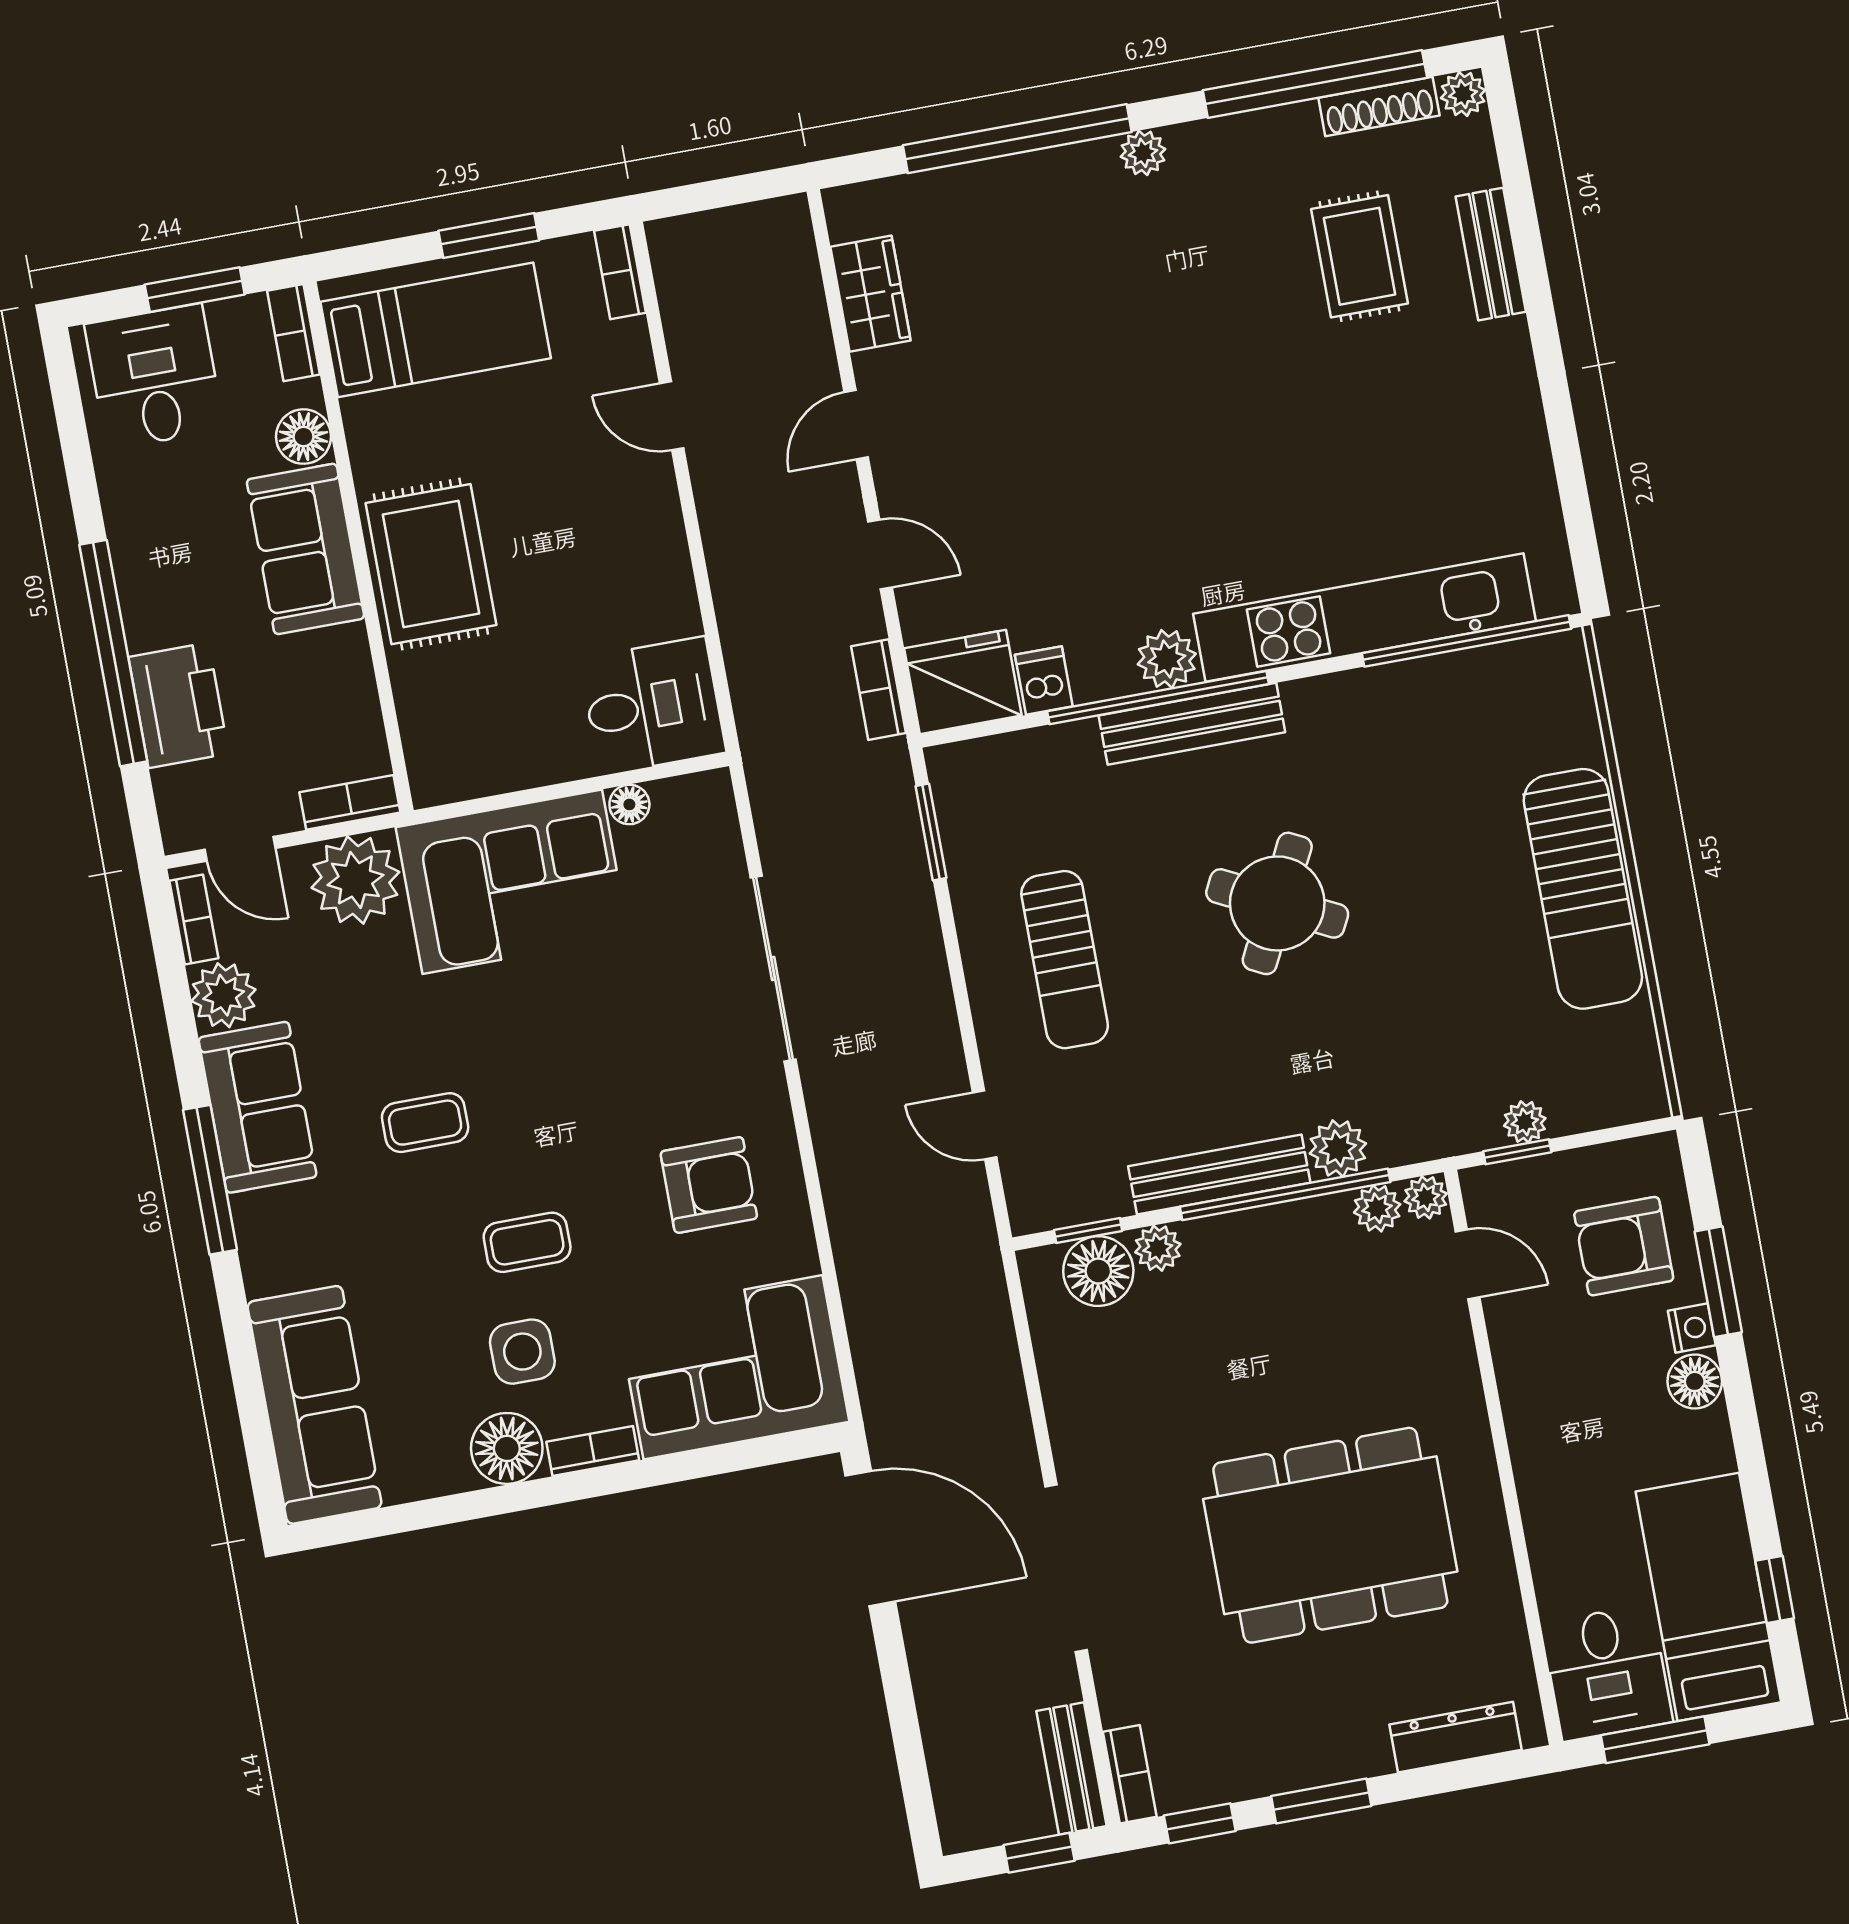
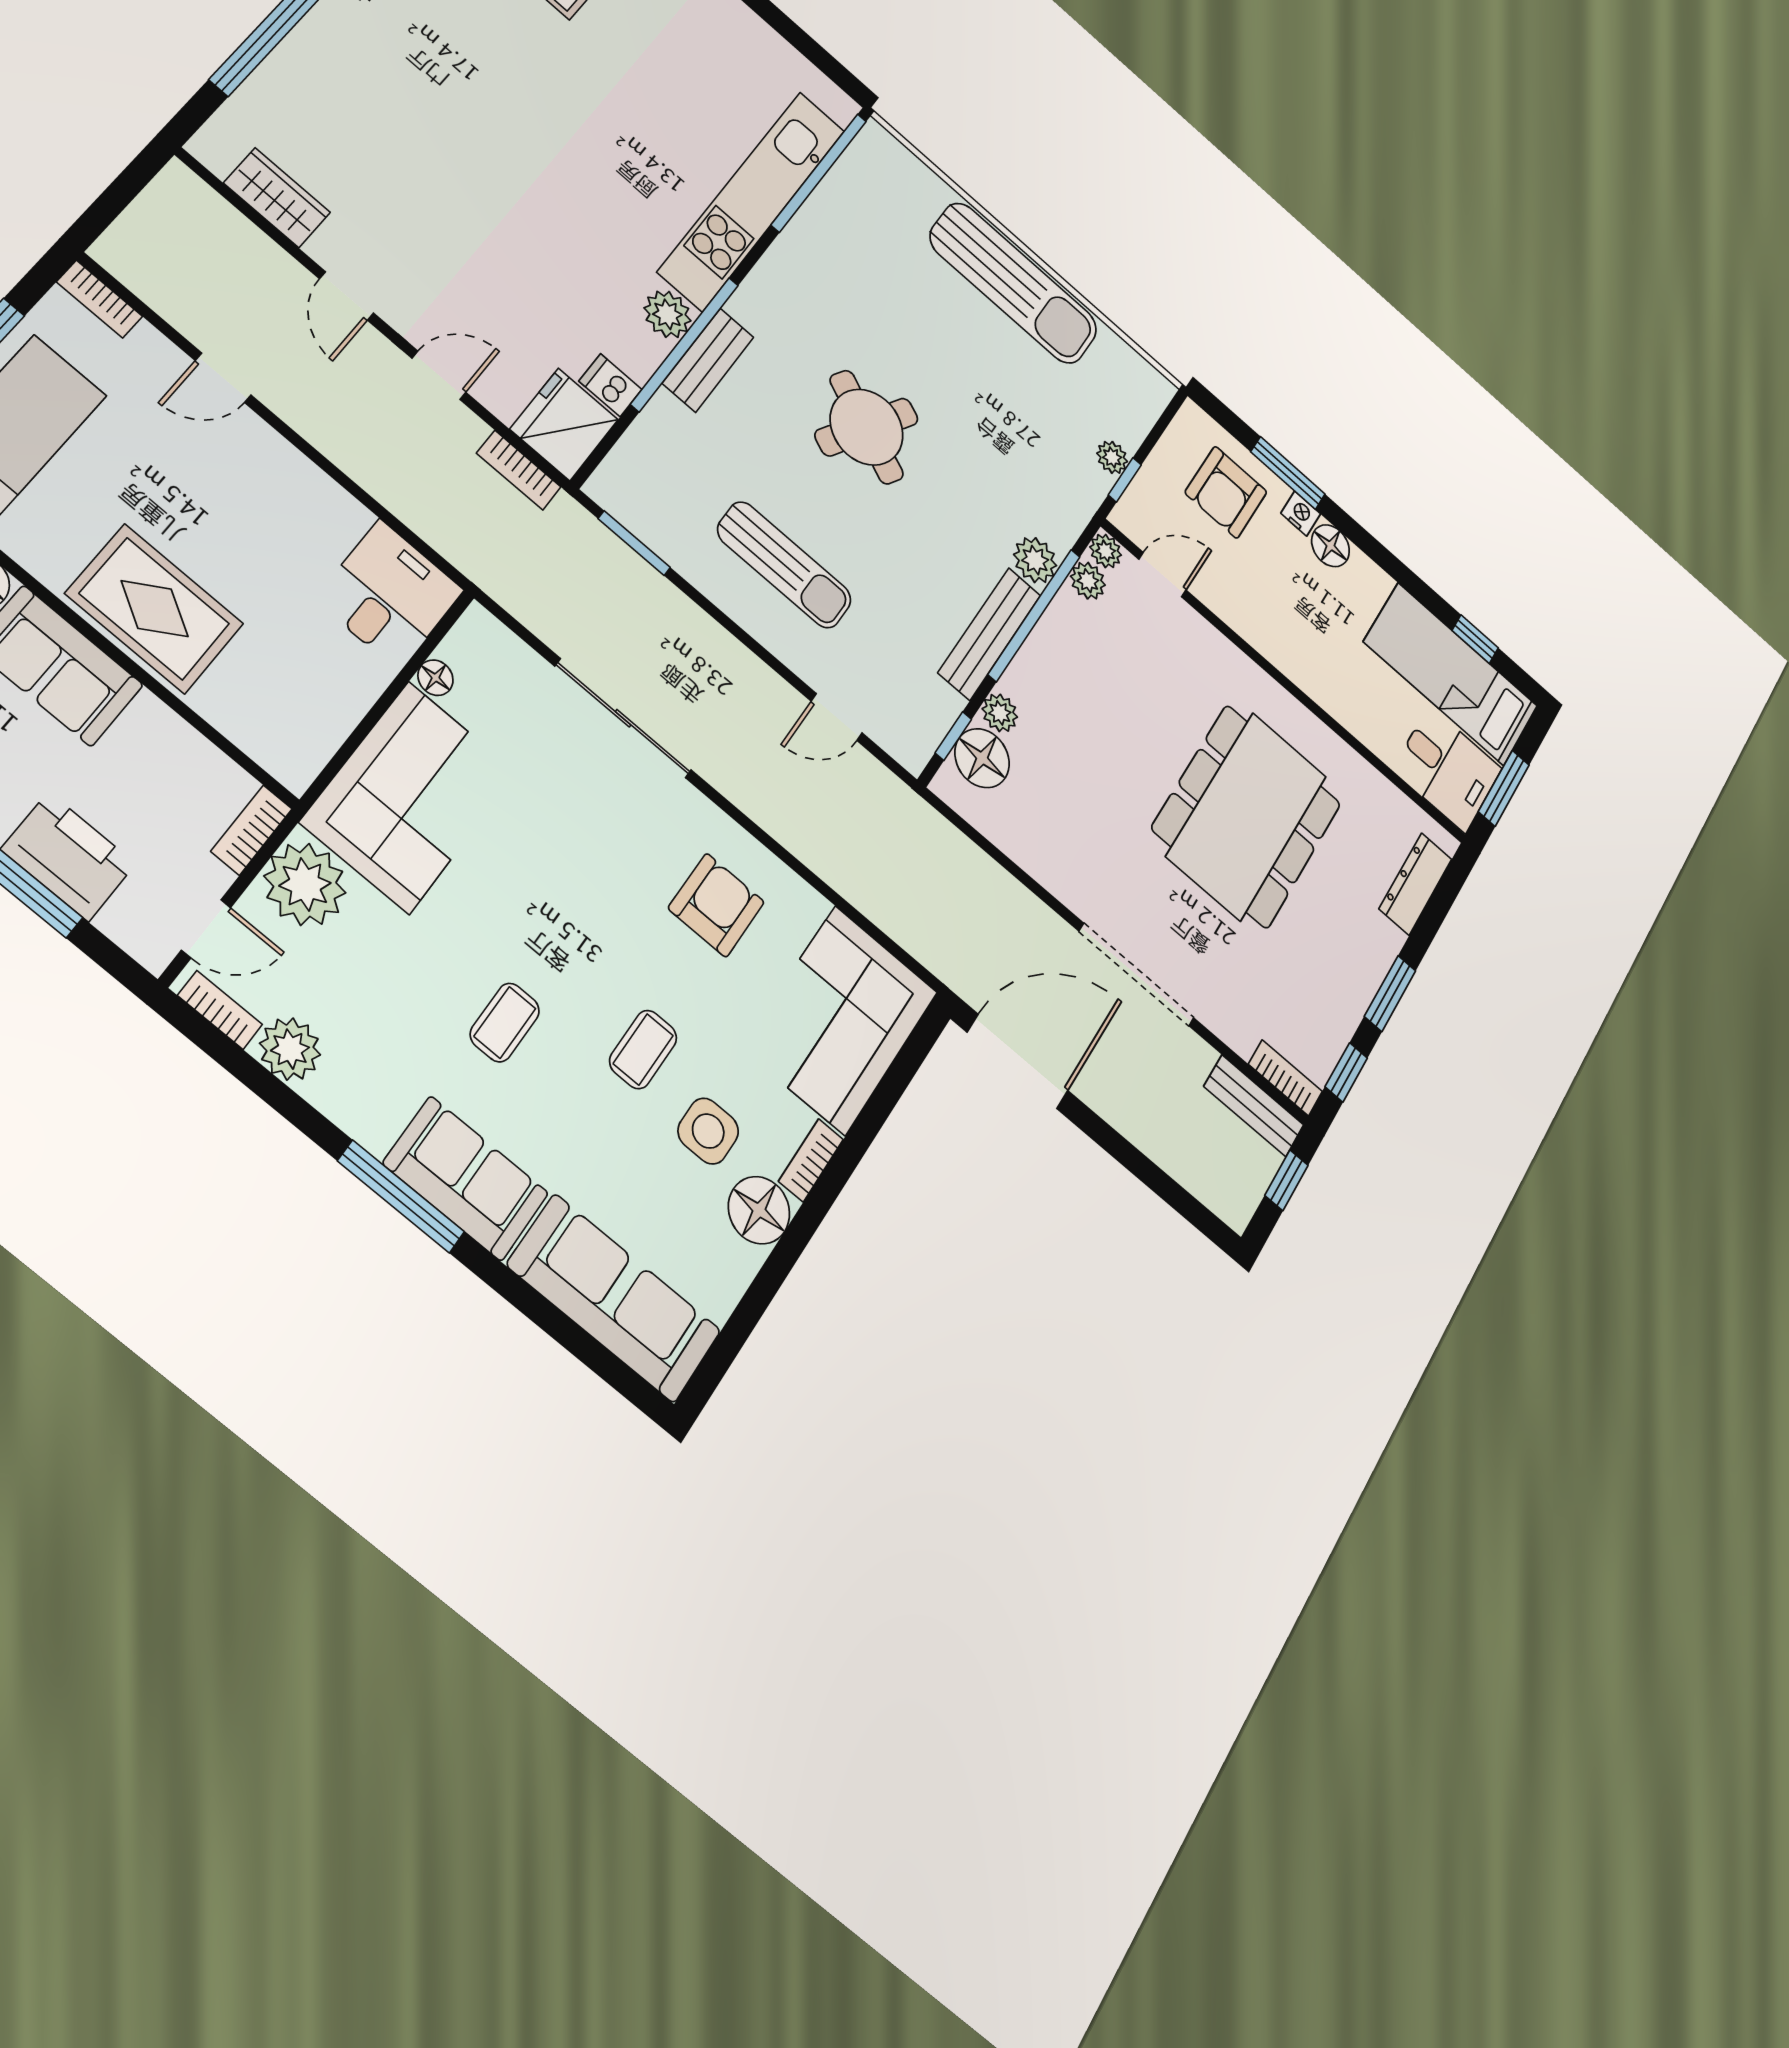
bench: (1192, 724) -> (708, 360), width x0.73
sofa: (258, 1107) -> (466, 1178), moved

